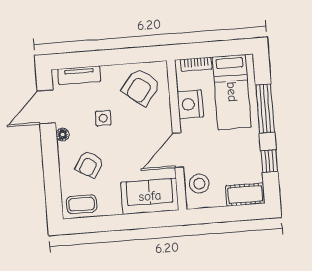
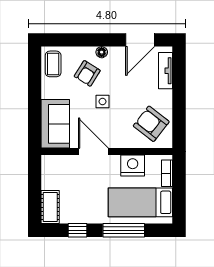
door: (46, 107) -> (140, 40), swing flipped
side table: (103, 118) -> (103, 102), moved
floor lamp: (63, 135) -> (102, 52), moved
armchair: (89, 164) -> (87, 73), turned -89
stool: (199, 184) -> (63, 168), removed

